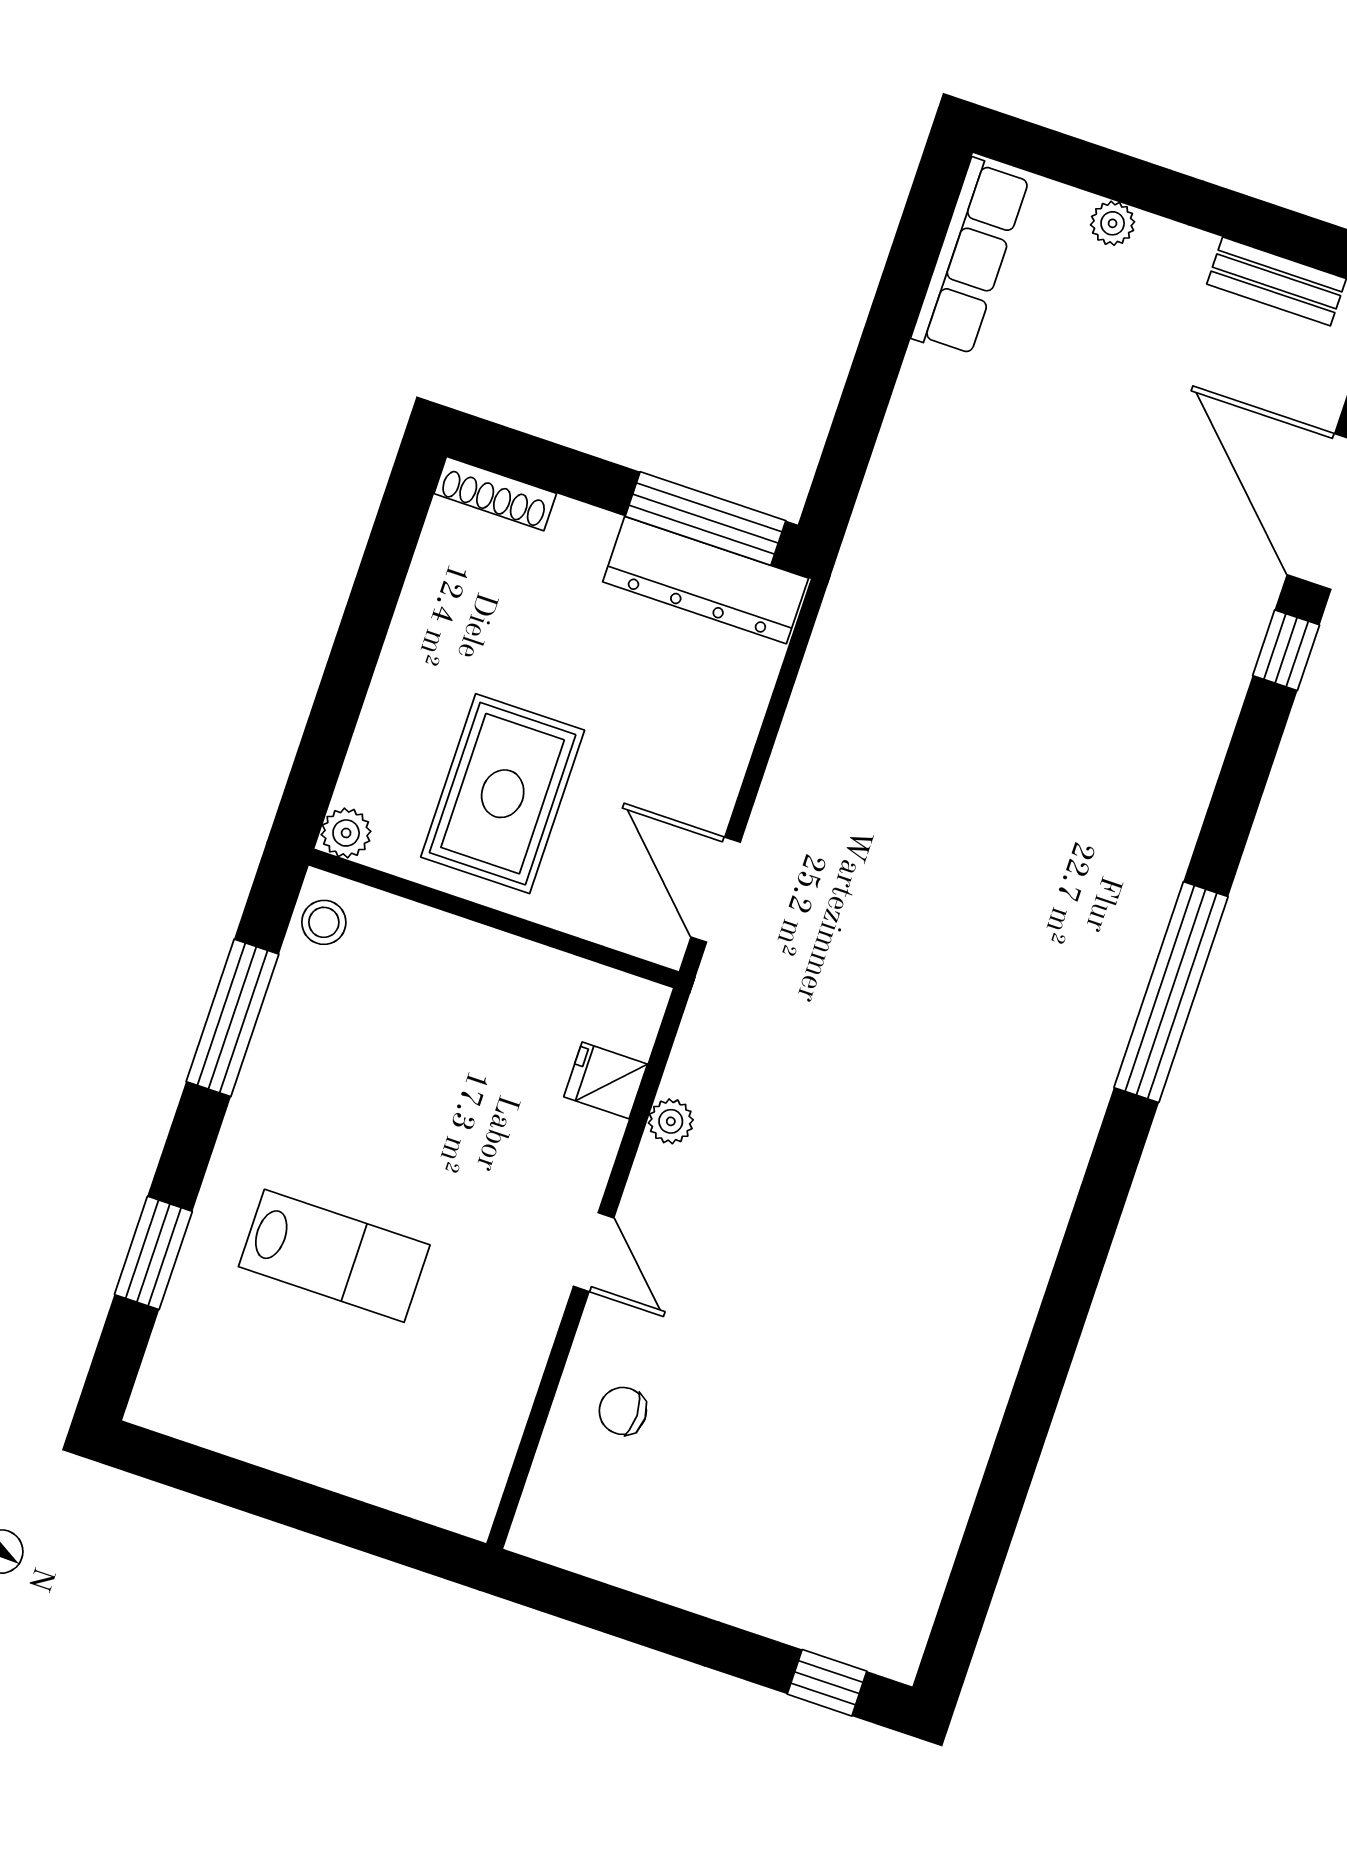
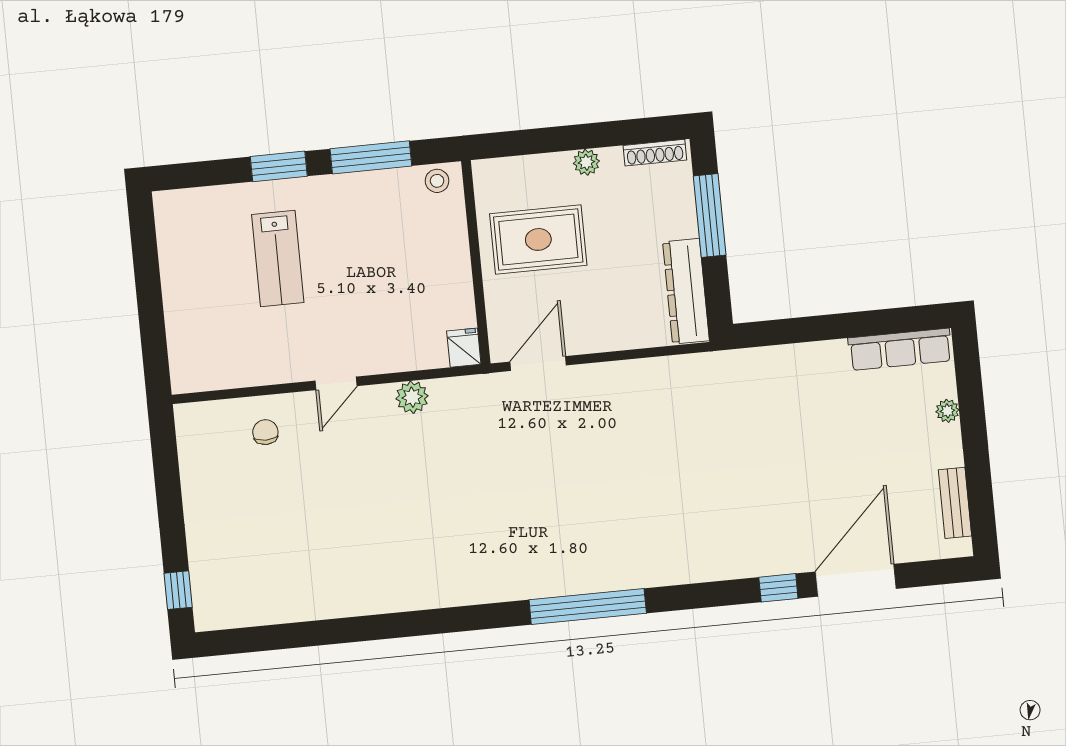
shoe rack: (495, 494) -> (655, 153), moved, turned -90
window: (706, 519) -> (710, 216), moved
plant: (346, 833) -> (586, 162), moved
fridge: (606, 1080) -> (464, 348), moved
plant: (671, 1121) -> (412, 397), width x1.38, depth x1.38
window: (153, 1253) -> (279, 166), moved

